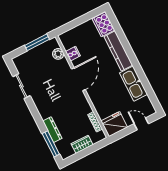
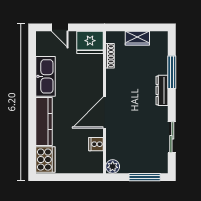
window: (37, 42) -> (145, 177), moved
plant: (58, 54) -> (113, 166), moved
dresser: (52, 130) -> (162, 90), moved
window: (51, 144) -> (172, 72), moved

